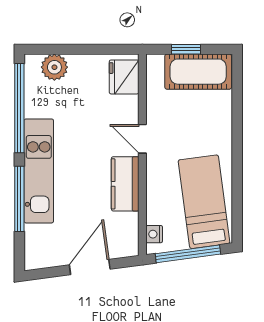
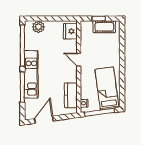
cot: (198, 72) -> (104, 27), width x0.73, depth x0.75
kitchen counter: (125, 184) -> (71, 95), moved
door: (90, 267) -> (44, 120), moved

